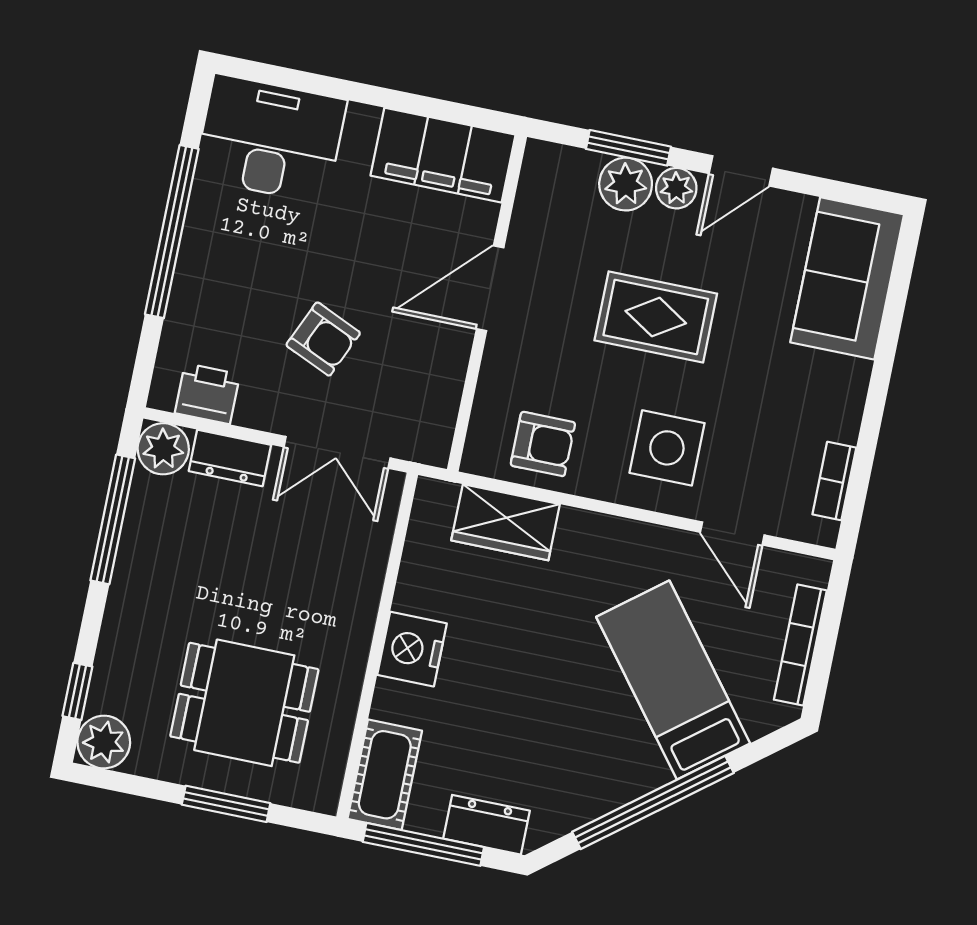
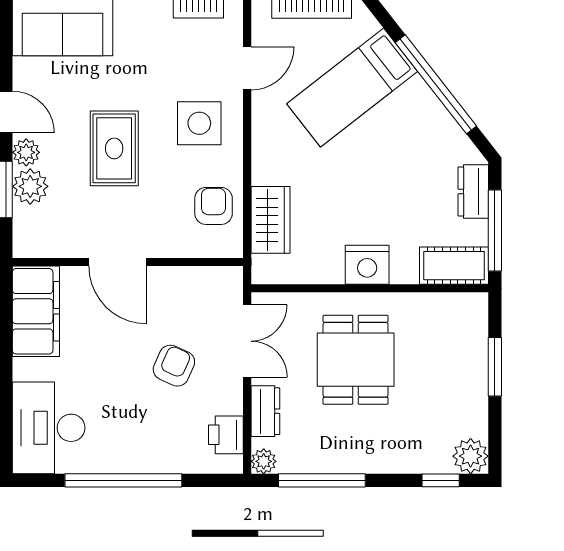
plant: (163, 449) -> (264, 461), width x0.73, depth x0.73
dining table: (244, 703) -> (356, 360), moved

